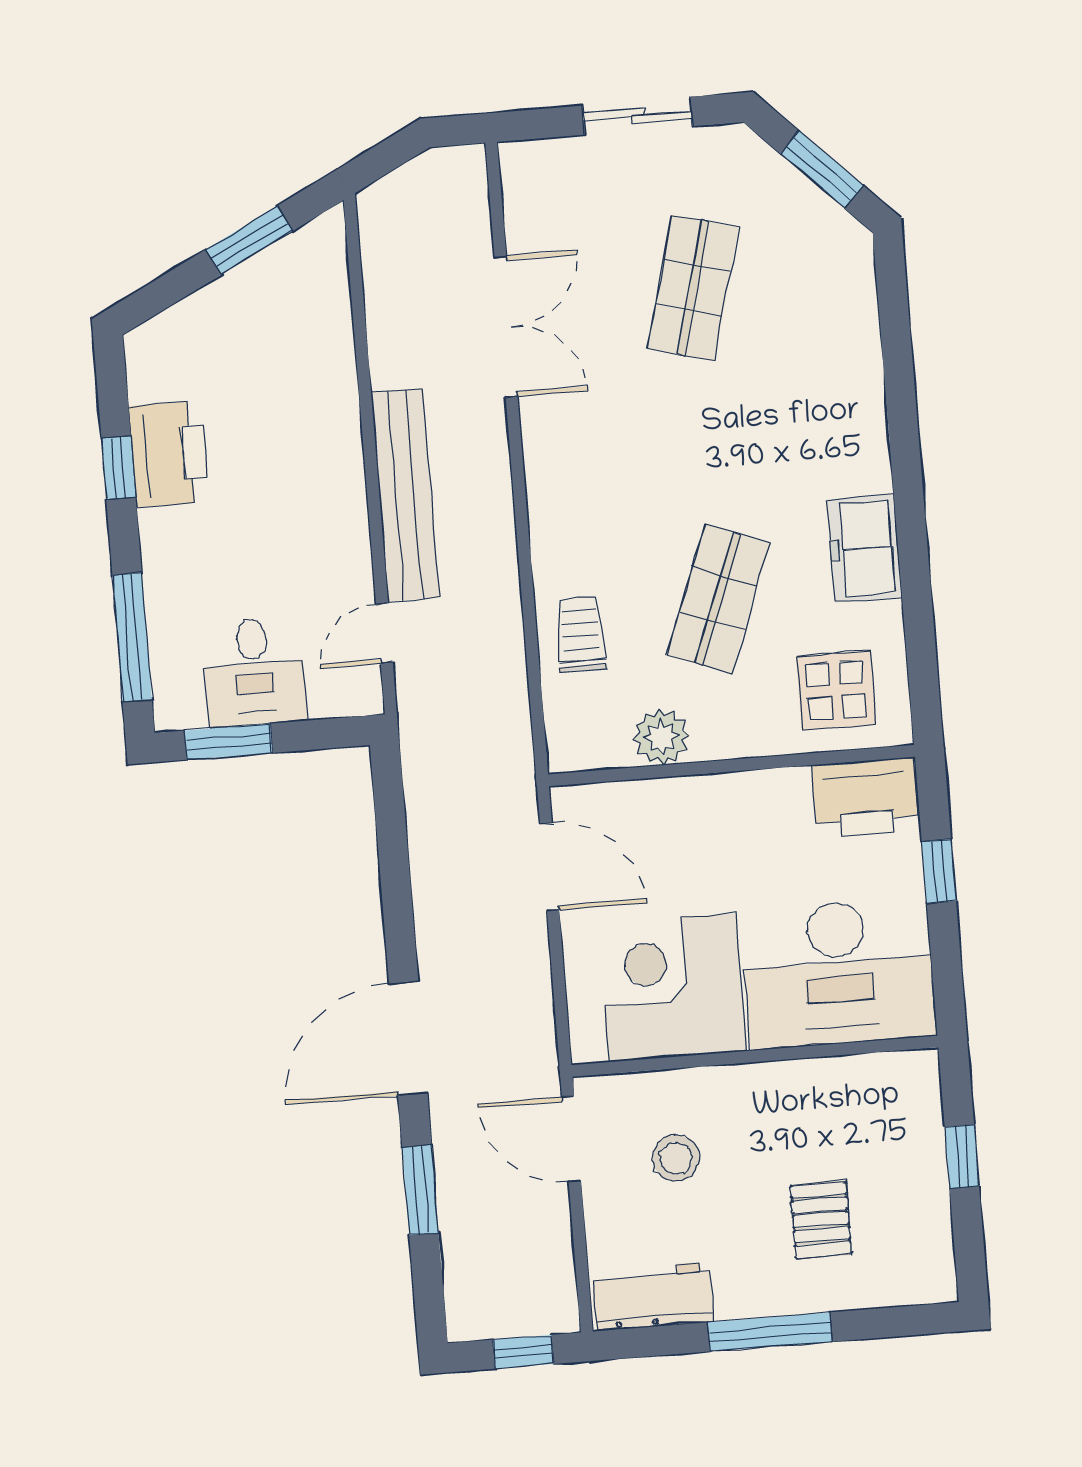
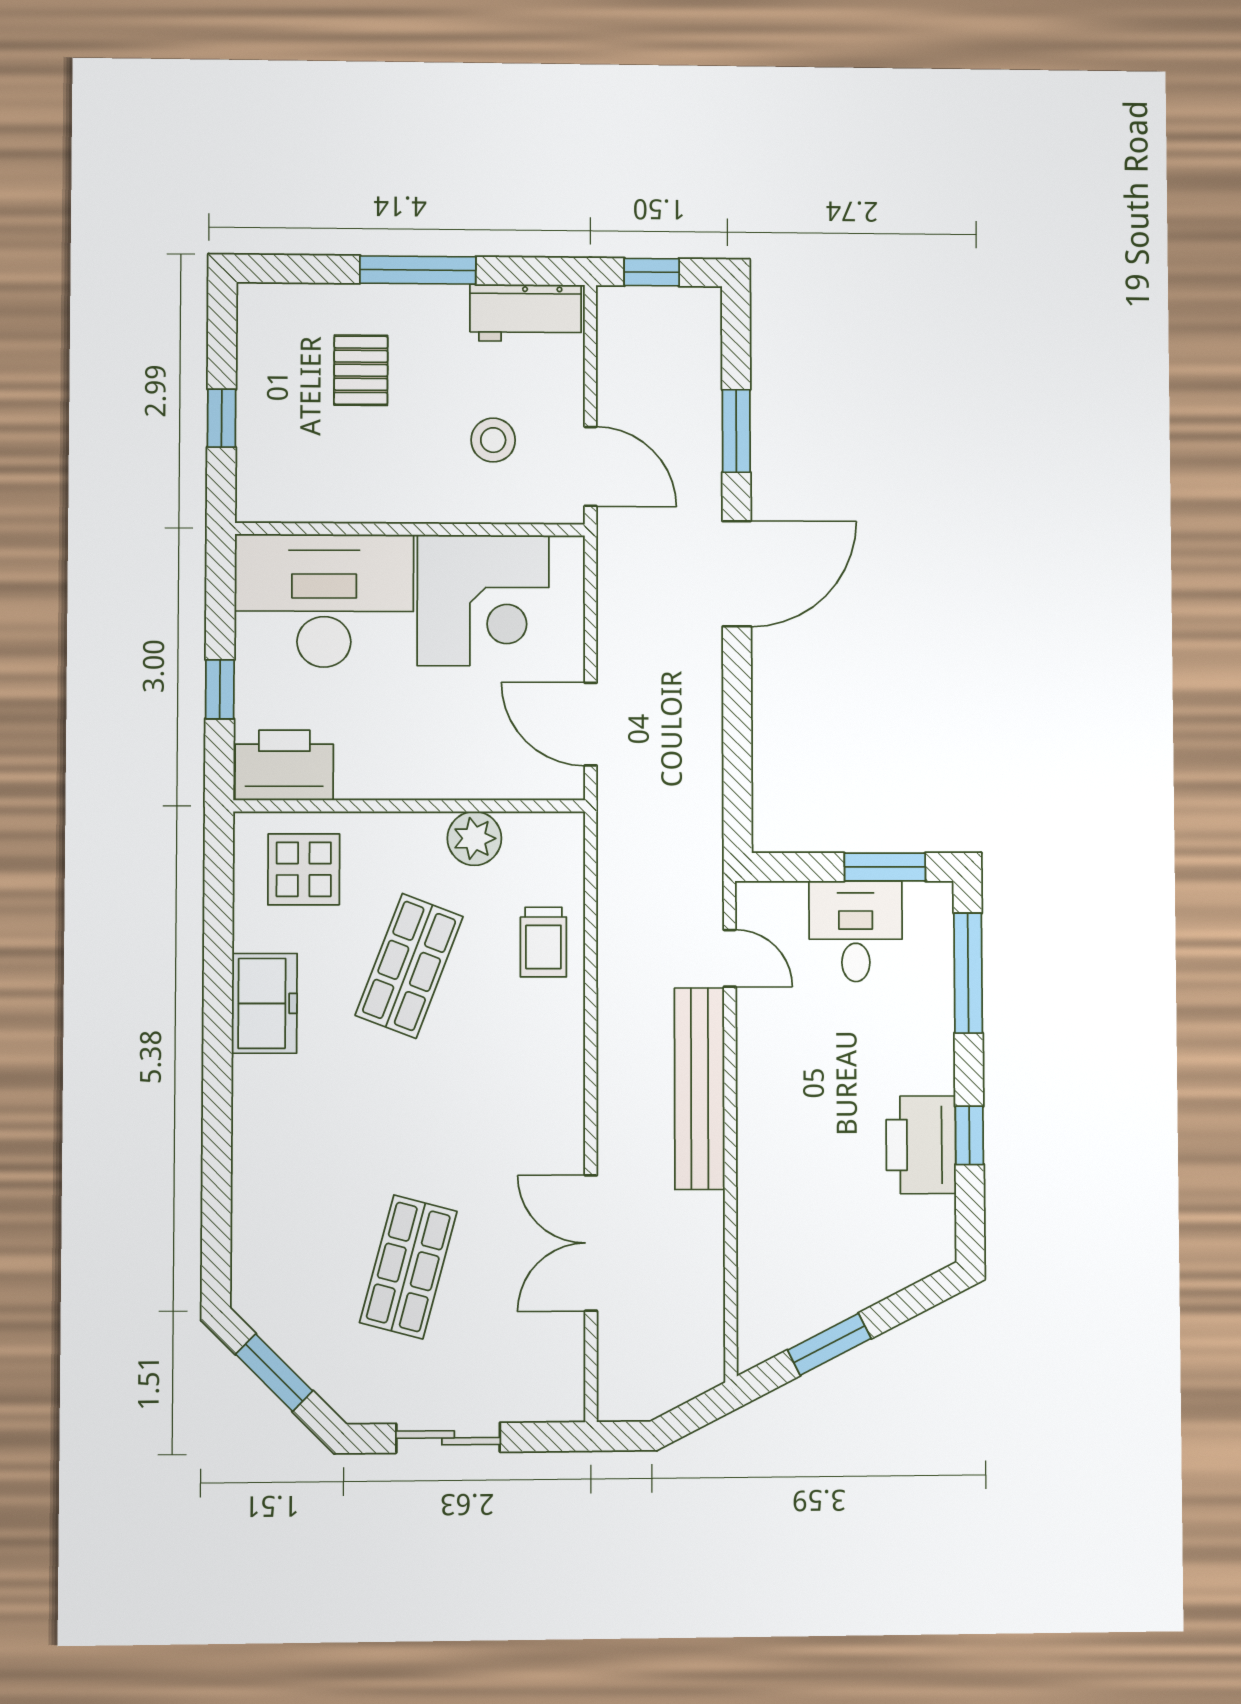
door: (384, 633) -> (730, 958), hinge flipped

